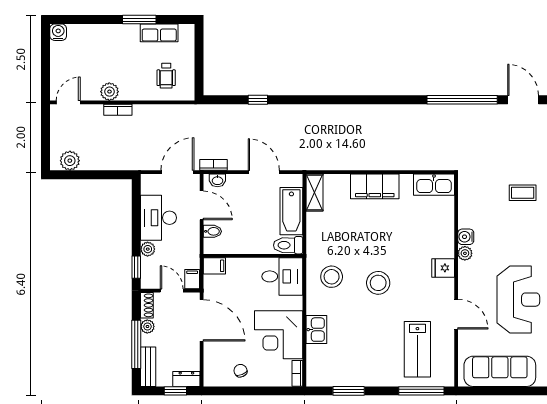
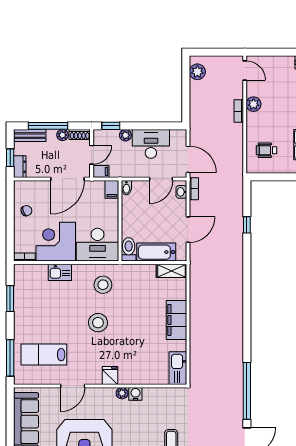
bidet: (212, 231) -> (126, 188), moved
desk: (282, 276) -> (97, 245), width x1.37

